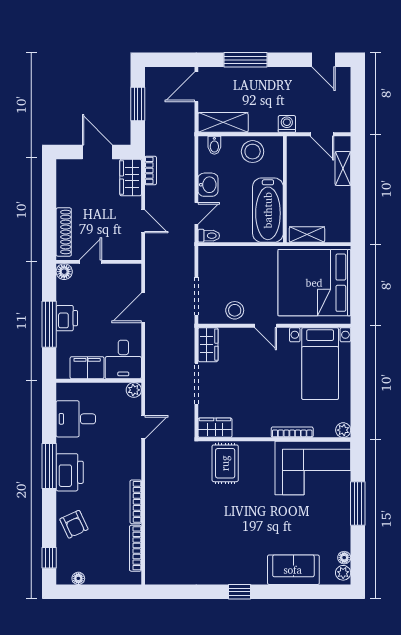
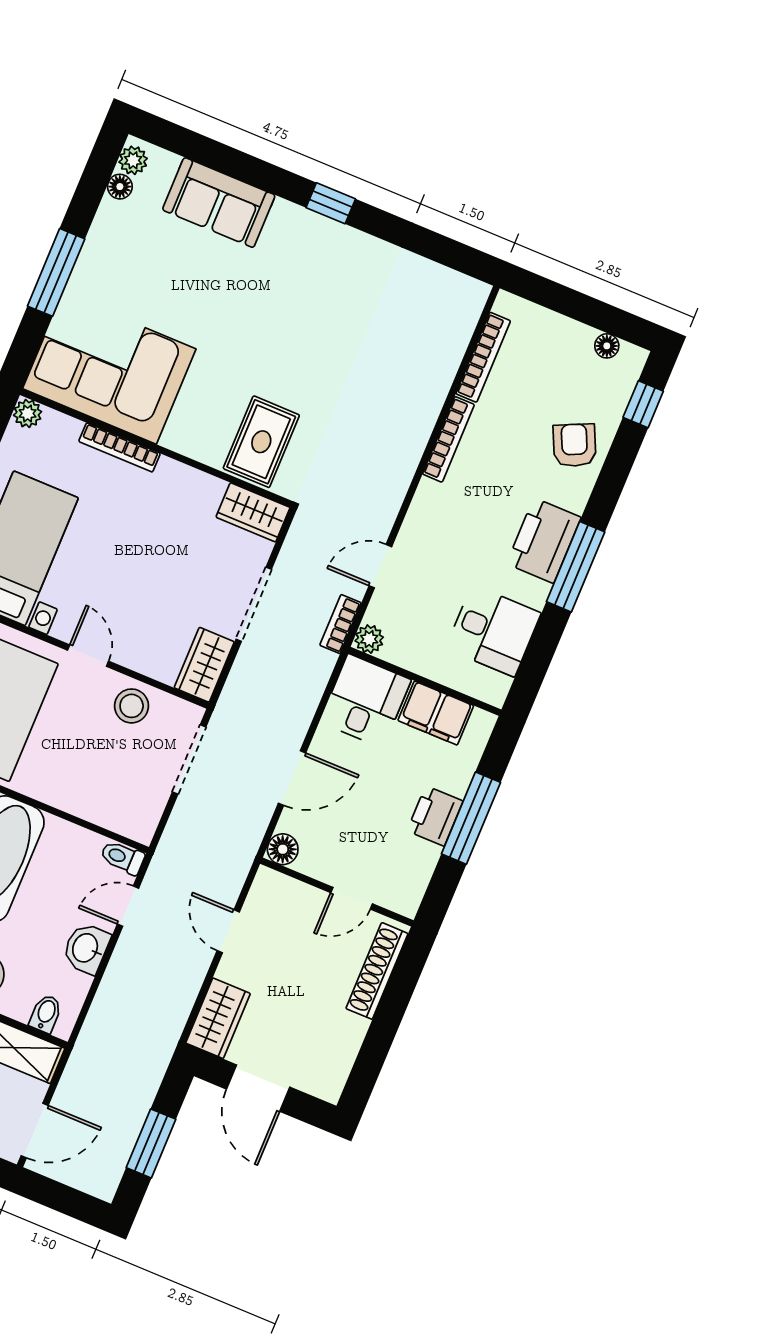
bookcase: (151, 170) -> (340, 624), moved
floor lamp: (64, 272) -> (283, 849), moved

